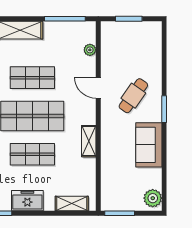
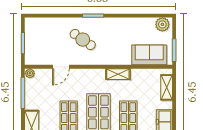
plant: (90, 50) -> (30, 73), moved
door: (98, 88) -> (61, 67), moved
sofa: (149, 145) -> (149, 55), moved, turned 180

